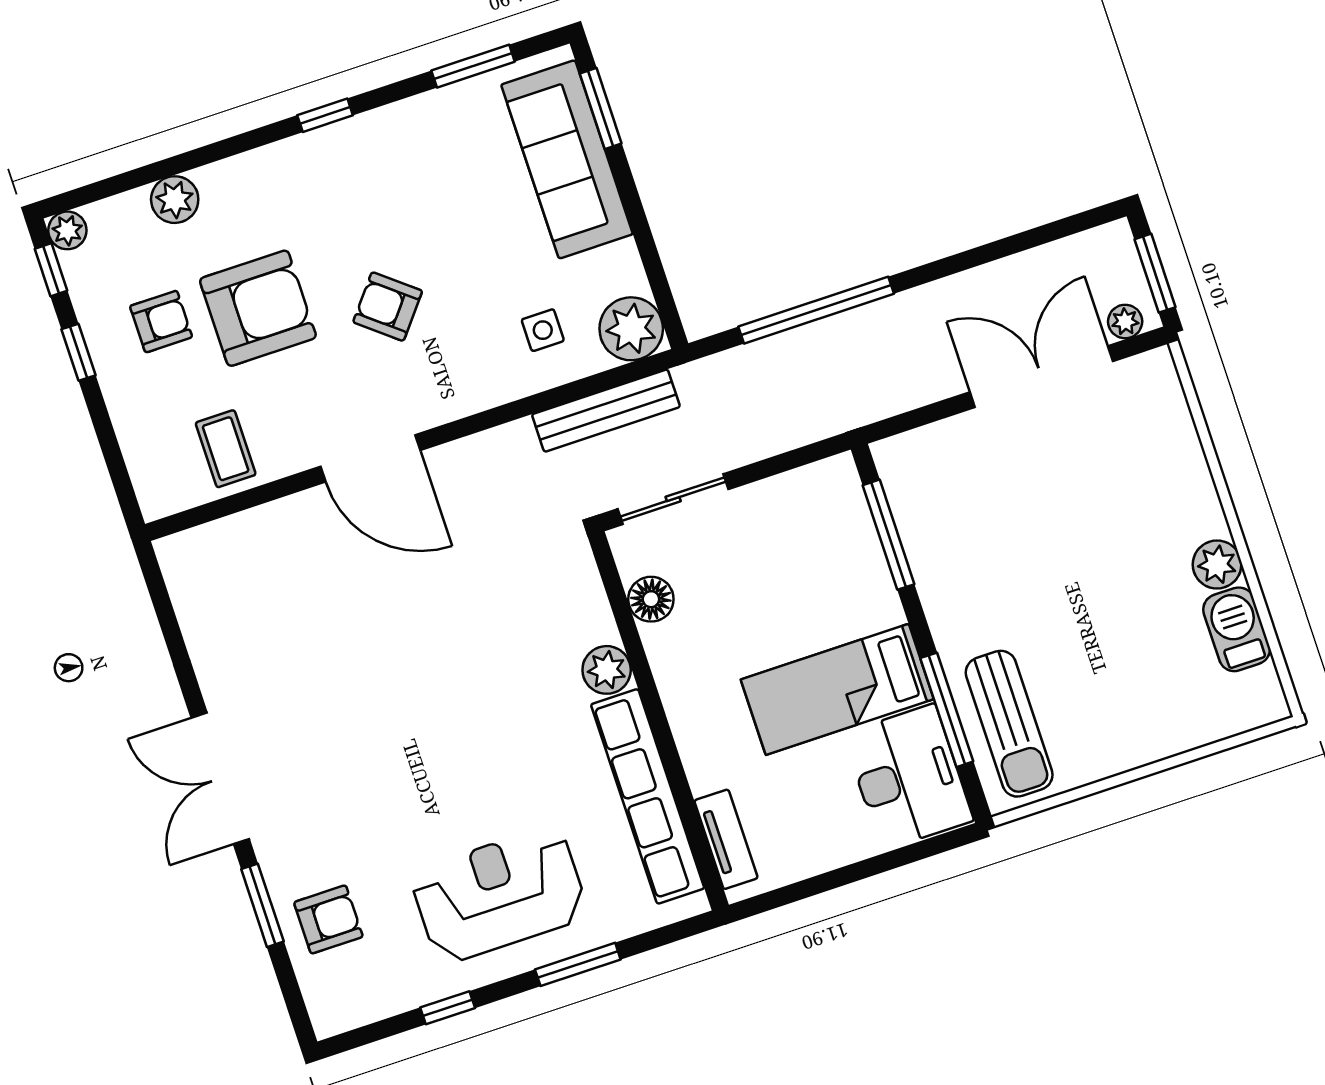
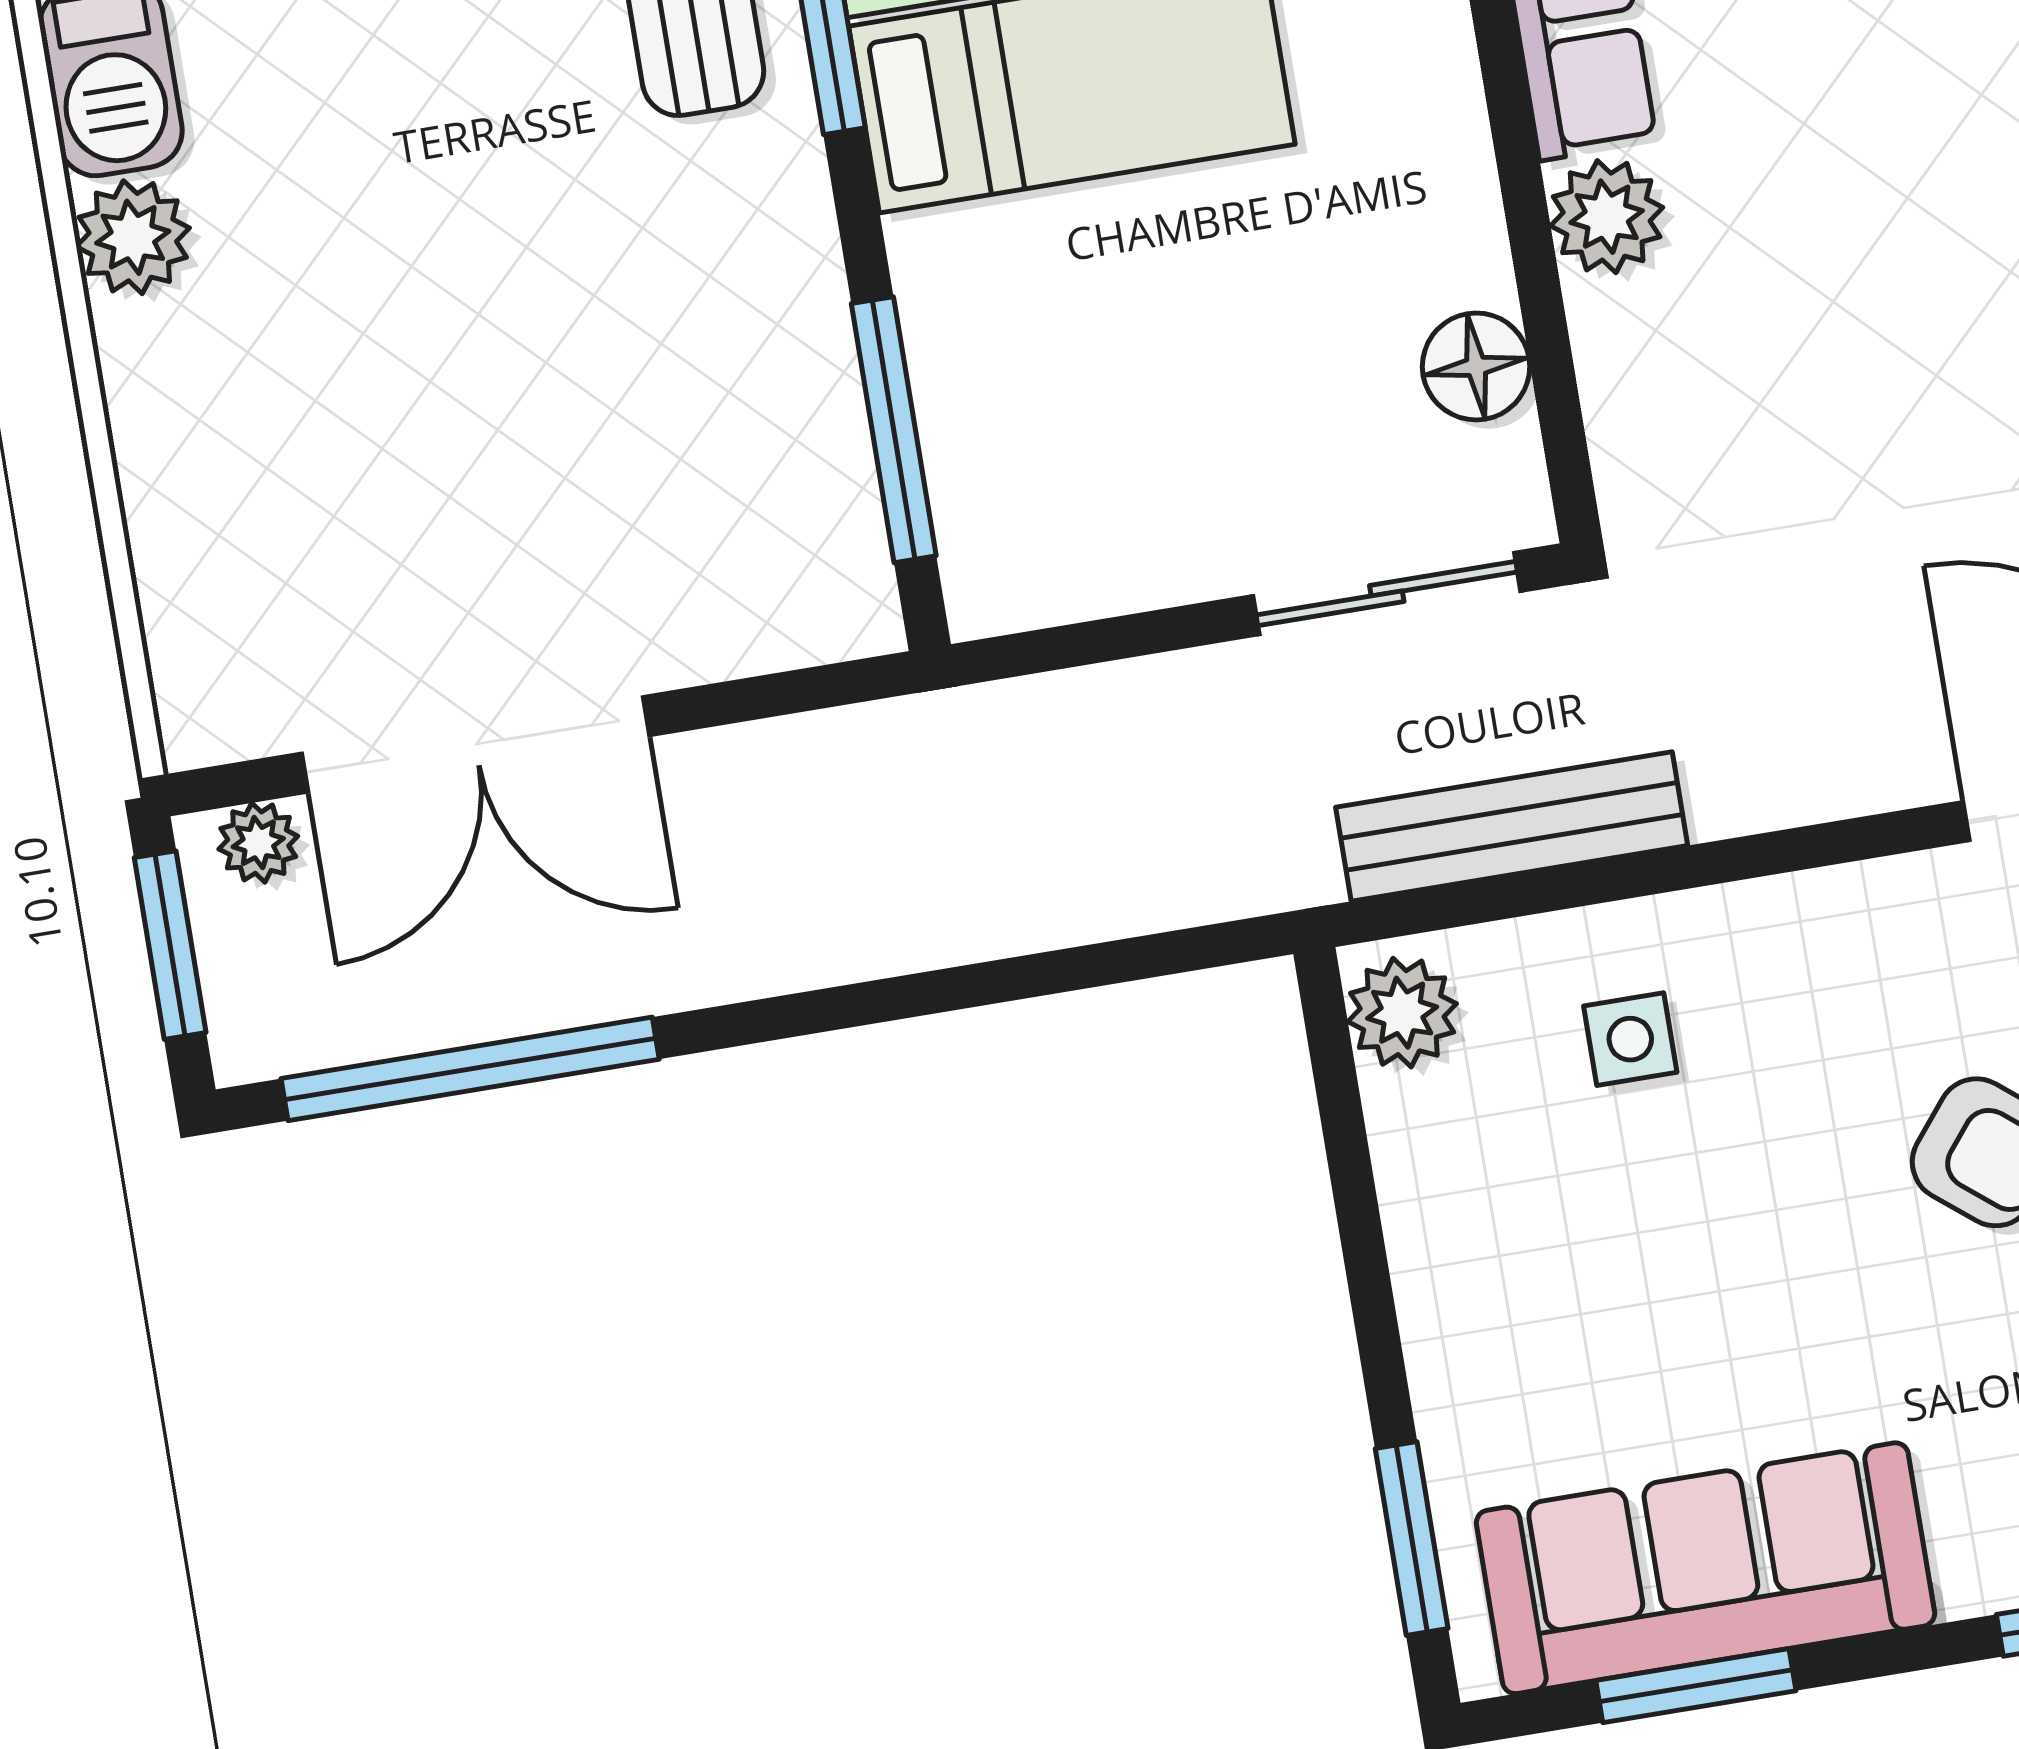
sofa: (567, 159) -> (1705, 1568), moved, turned -90
window: (816, 310) -> (470, 1069), moved
plant: (631, 329) -> (1402, 1013), width x0.73, depth x0.73

